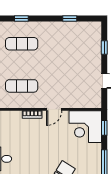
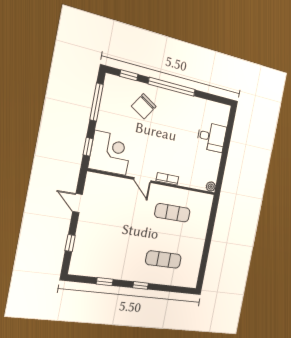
window: (21, 19) -> (141, 285), moved
door: (54, 109) -> (142, 180), swing flipped

